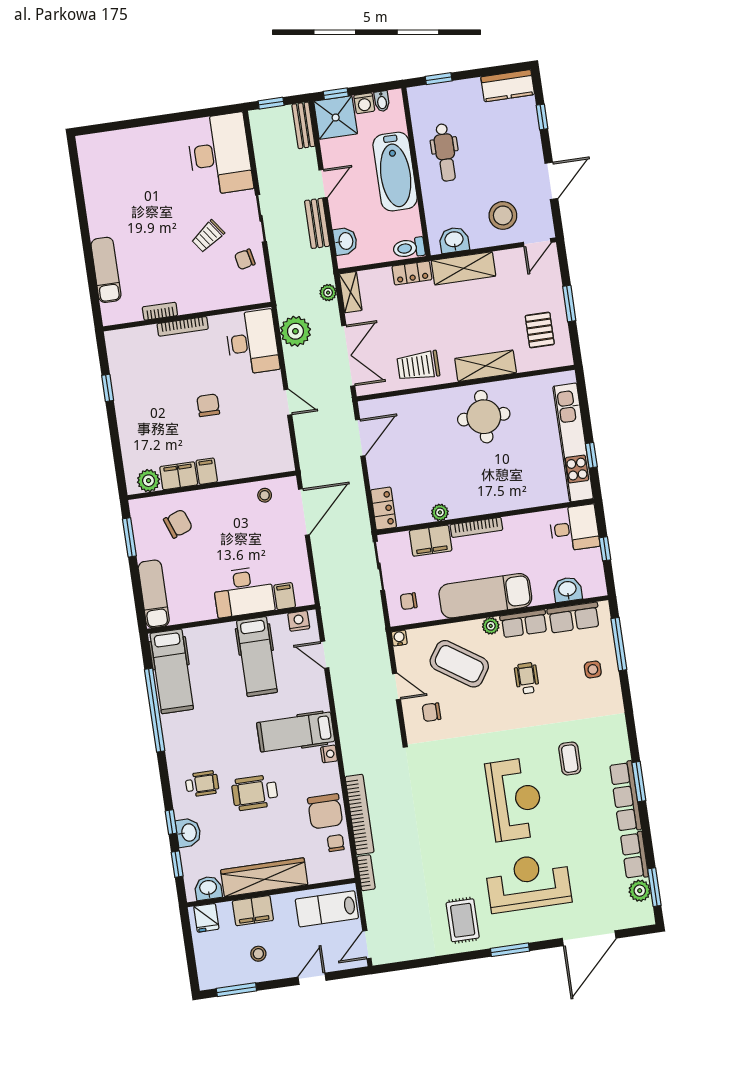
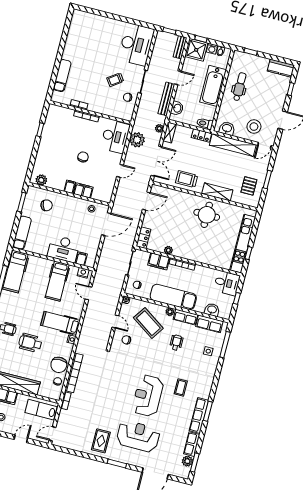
dental chair: (445, 152) -> (240, 87), turned 180
bench: (317, 223) -> (166, 99), width x1.36
shelving: (463, 268) -> (233, 145), width x1.47
door: (288, 402) -> (120, 171), hinge flipped
filing cabinet: (179, 476) -> (83, 191), moved
reception desk: (515, 799) -> (148, 396), turned 180

